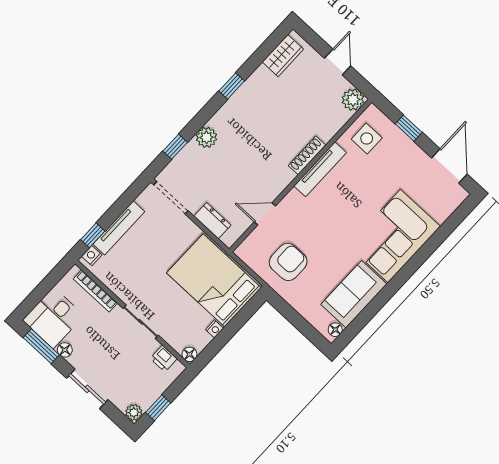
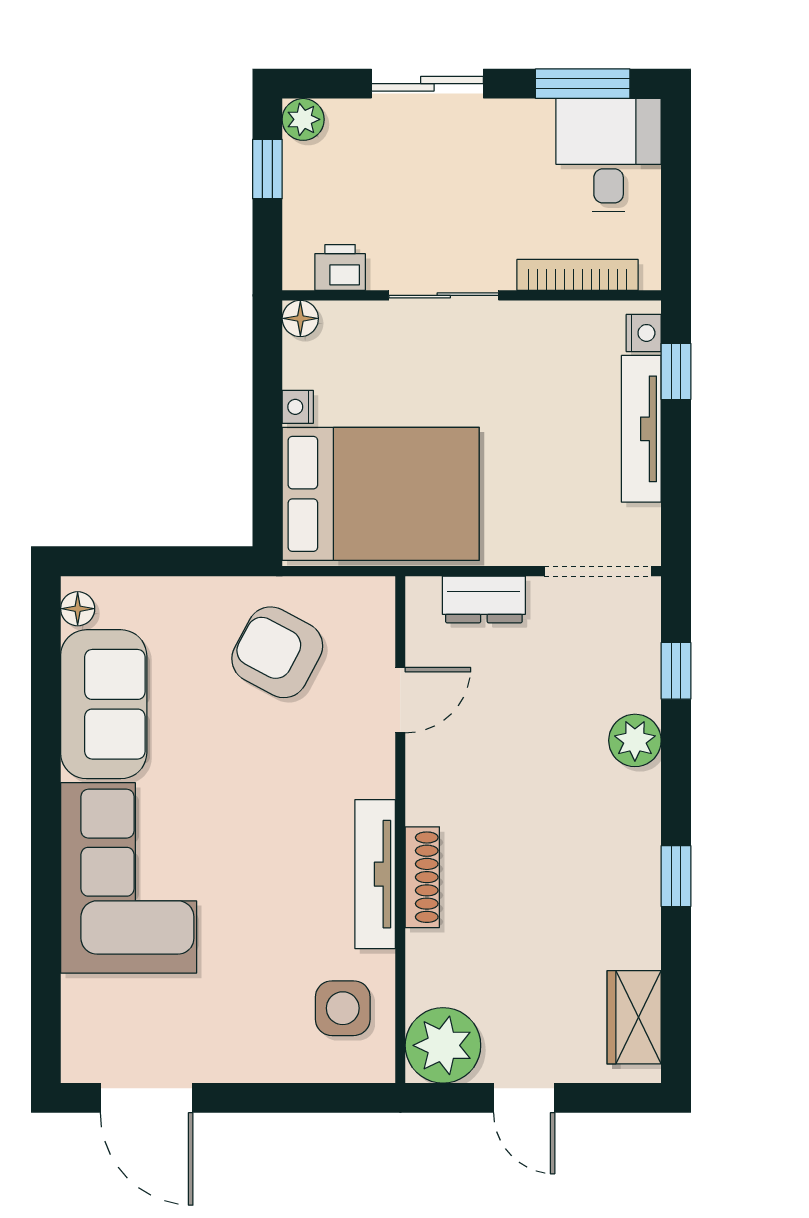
plant: (353, 100) -> (443, 1045), width x1.36, depth x1.36
window: (409, 128) -> (284, 1098), removed
armchair: (288, 262) -> (277, 652), turned 118
floor lamp: (65, 350) -> (534, 117), removed

